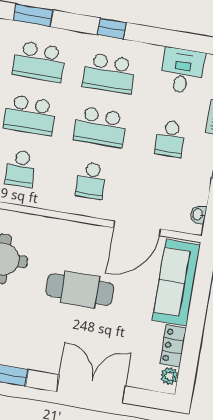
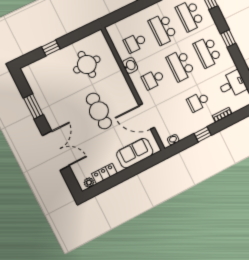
washbasin: (48, 199) -> (130, 65), added
sofa: (176, 282) -> (135, 153), width x0.73

